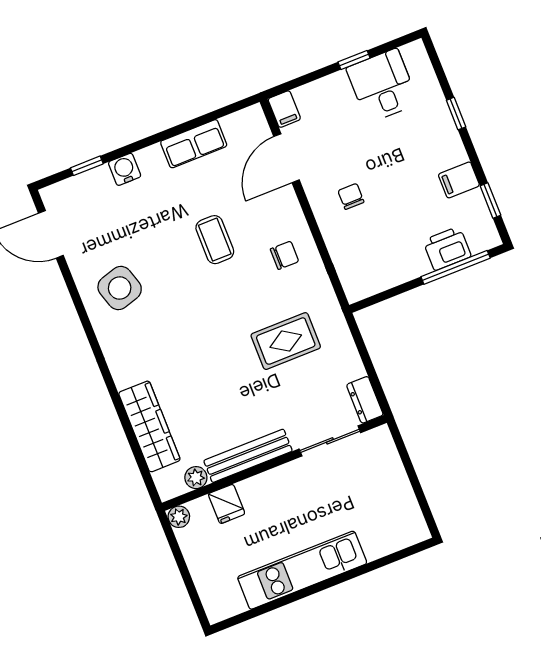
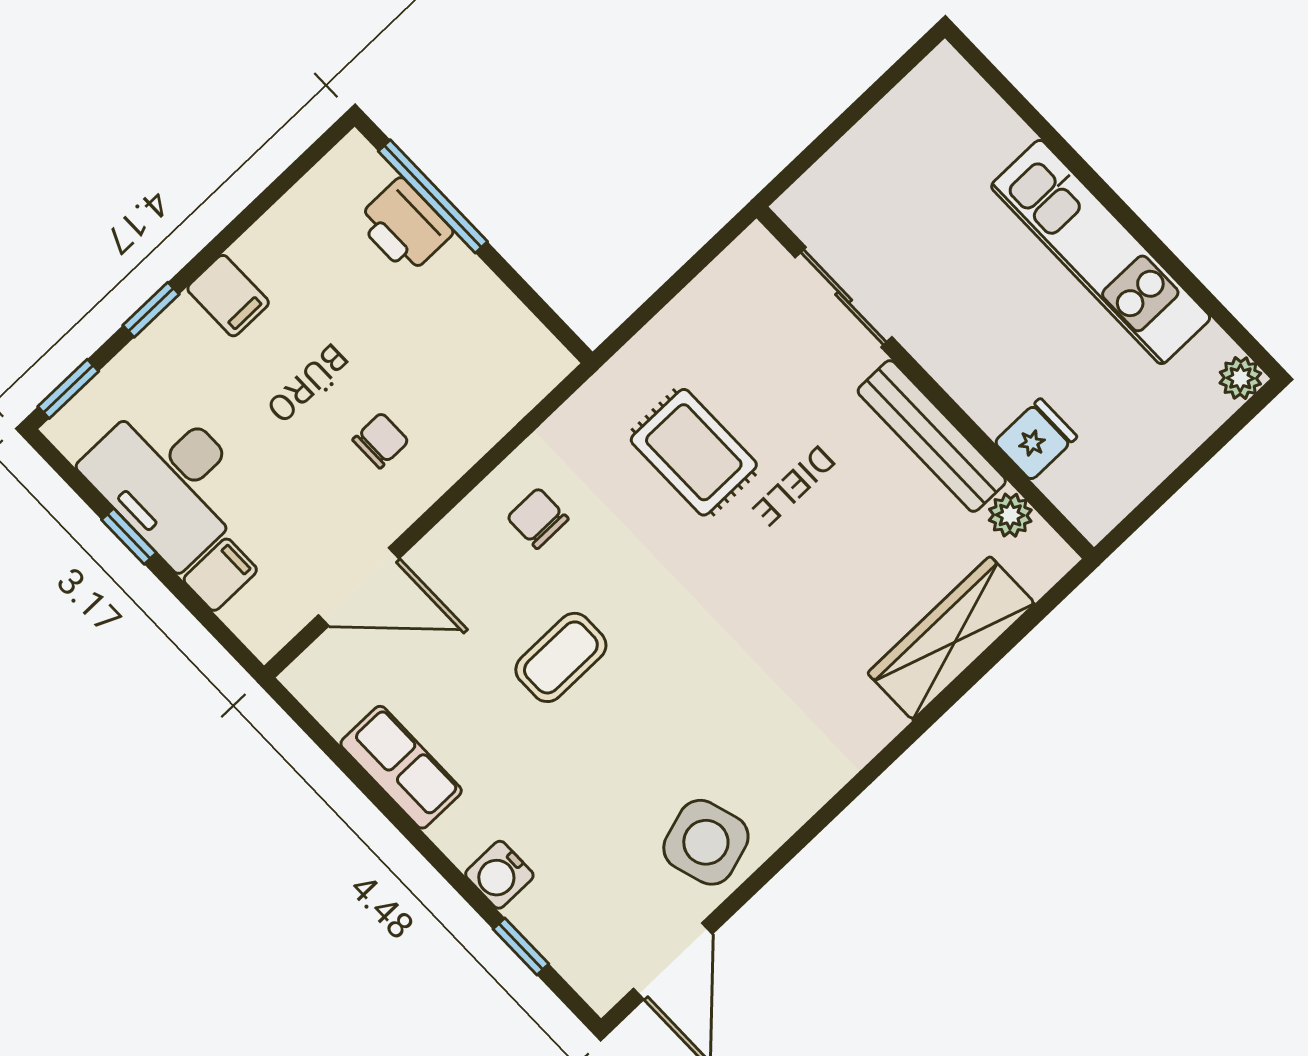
desk: (382, 86) -> (169, 480), width x1.37
filing cabinet: (284, 109) -> (220, 575), moved
filing cabinet: (459, 180) -> (228, 296), moved
chair: (351, 196) -> (381, 440), turned 180
window: (490, 200) -> (68, 389), moved
side table: (120, 288) -> (706, 842), moved
dresser: (365, 400) -> (743, 264), removed
plant: (179, 517) -> (1240, 378), moved

